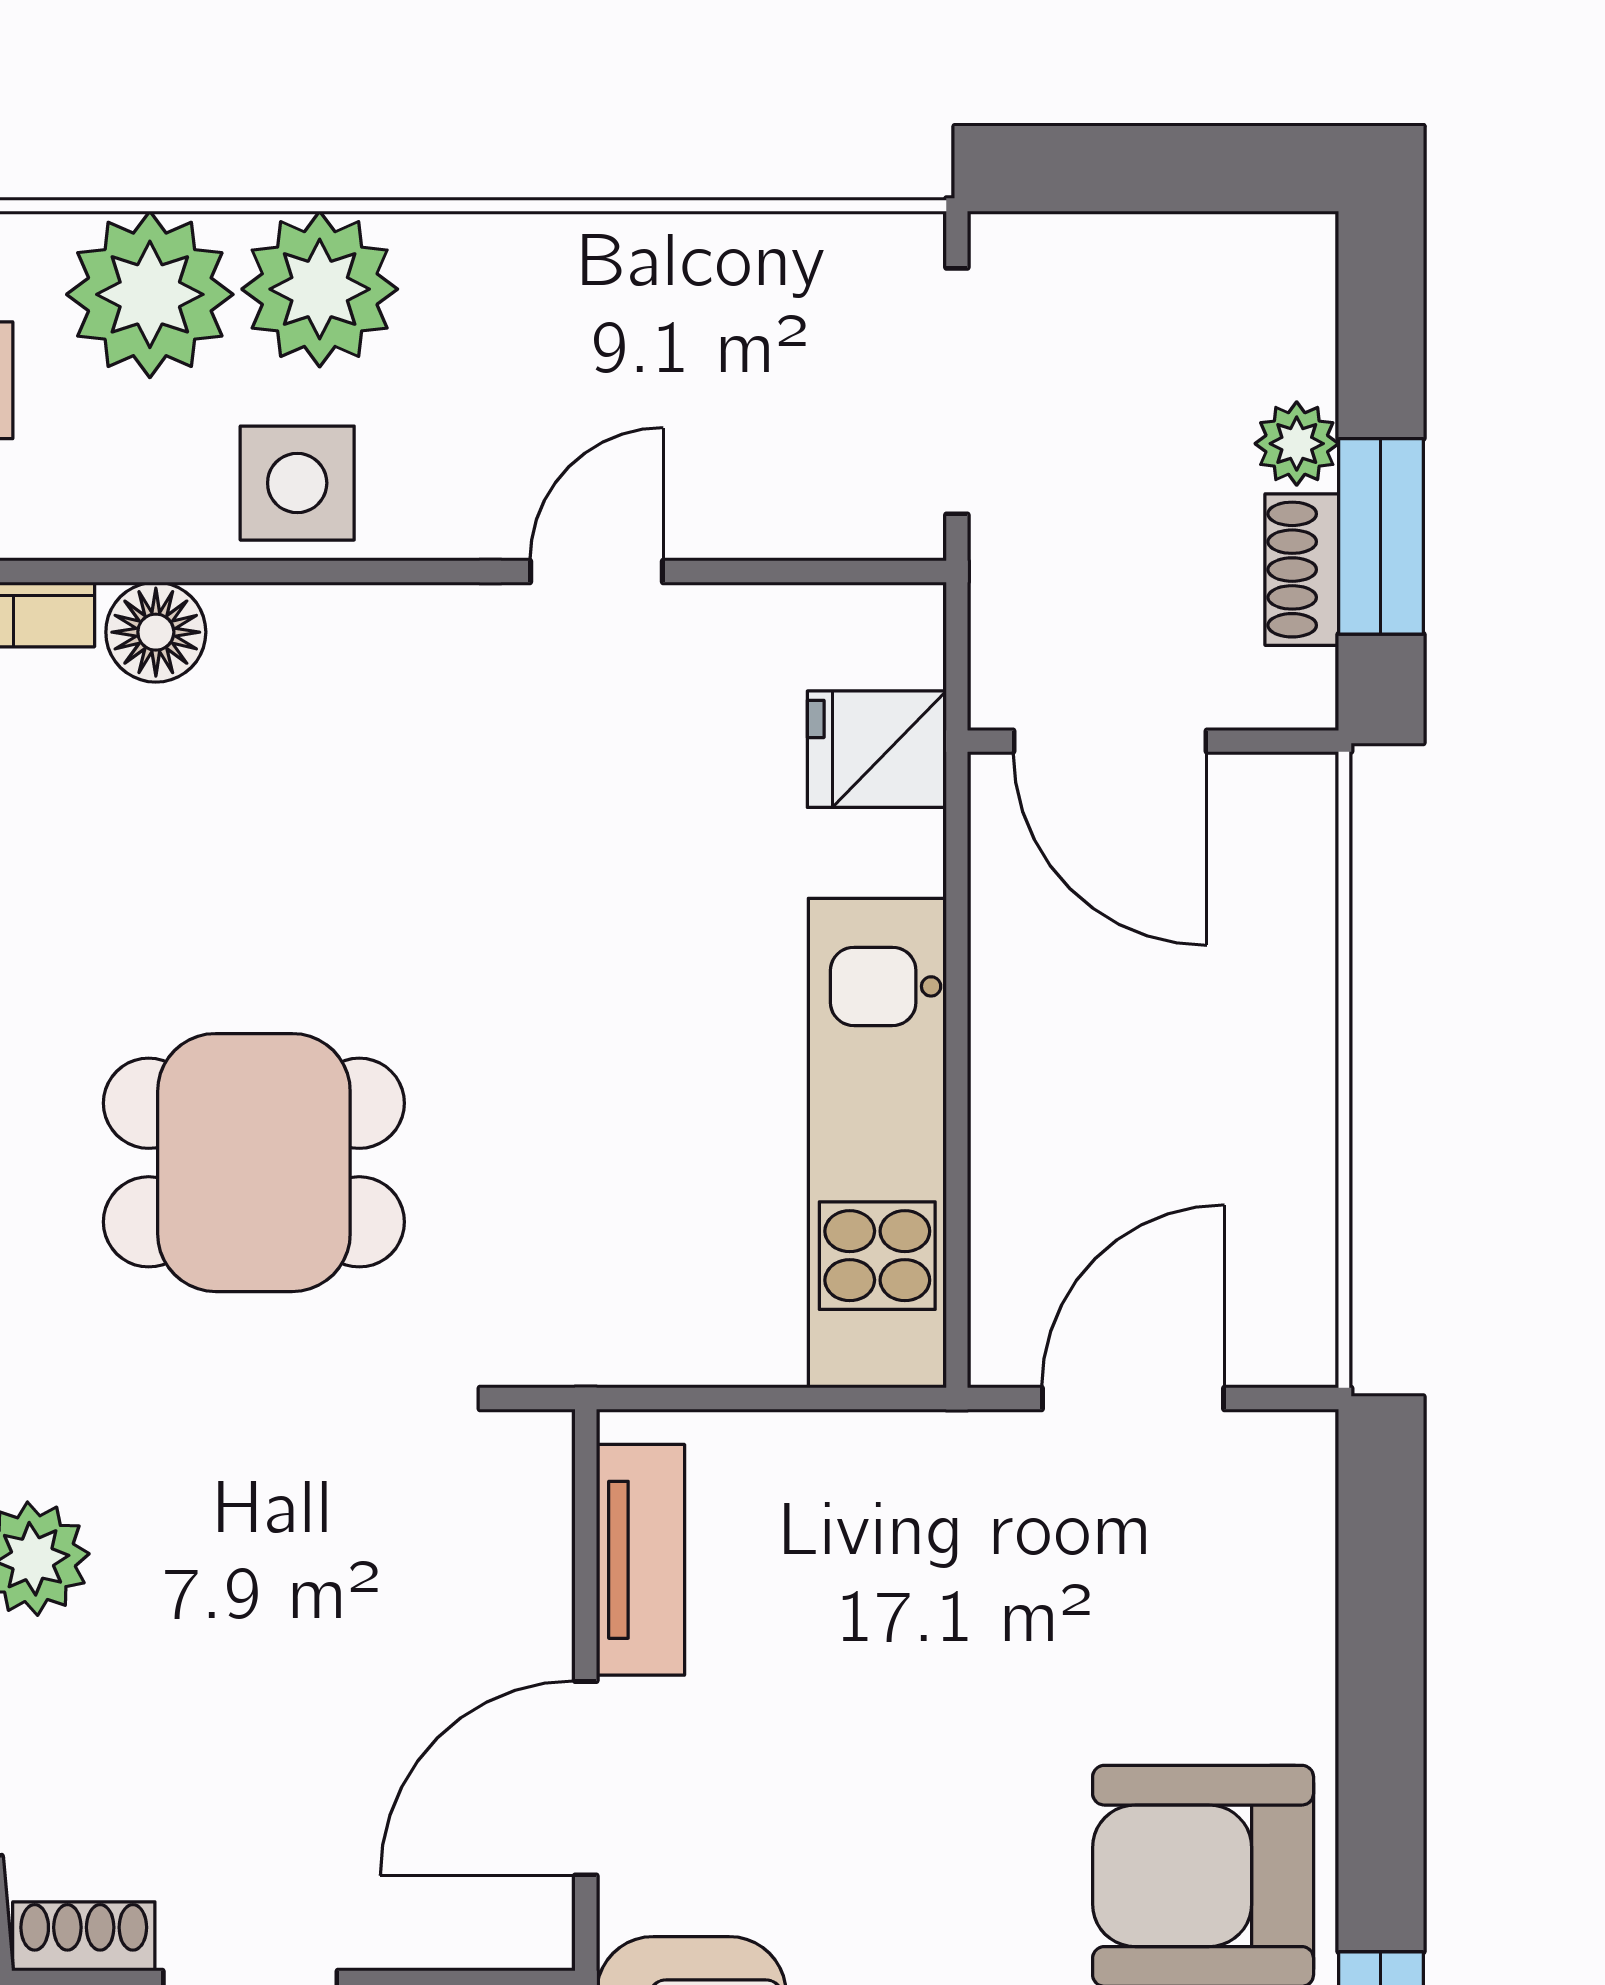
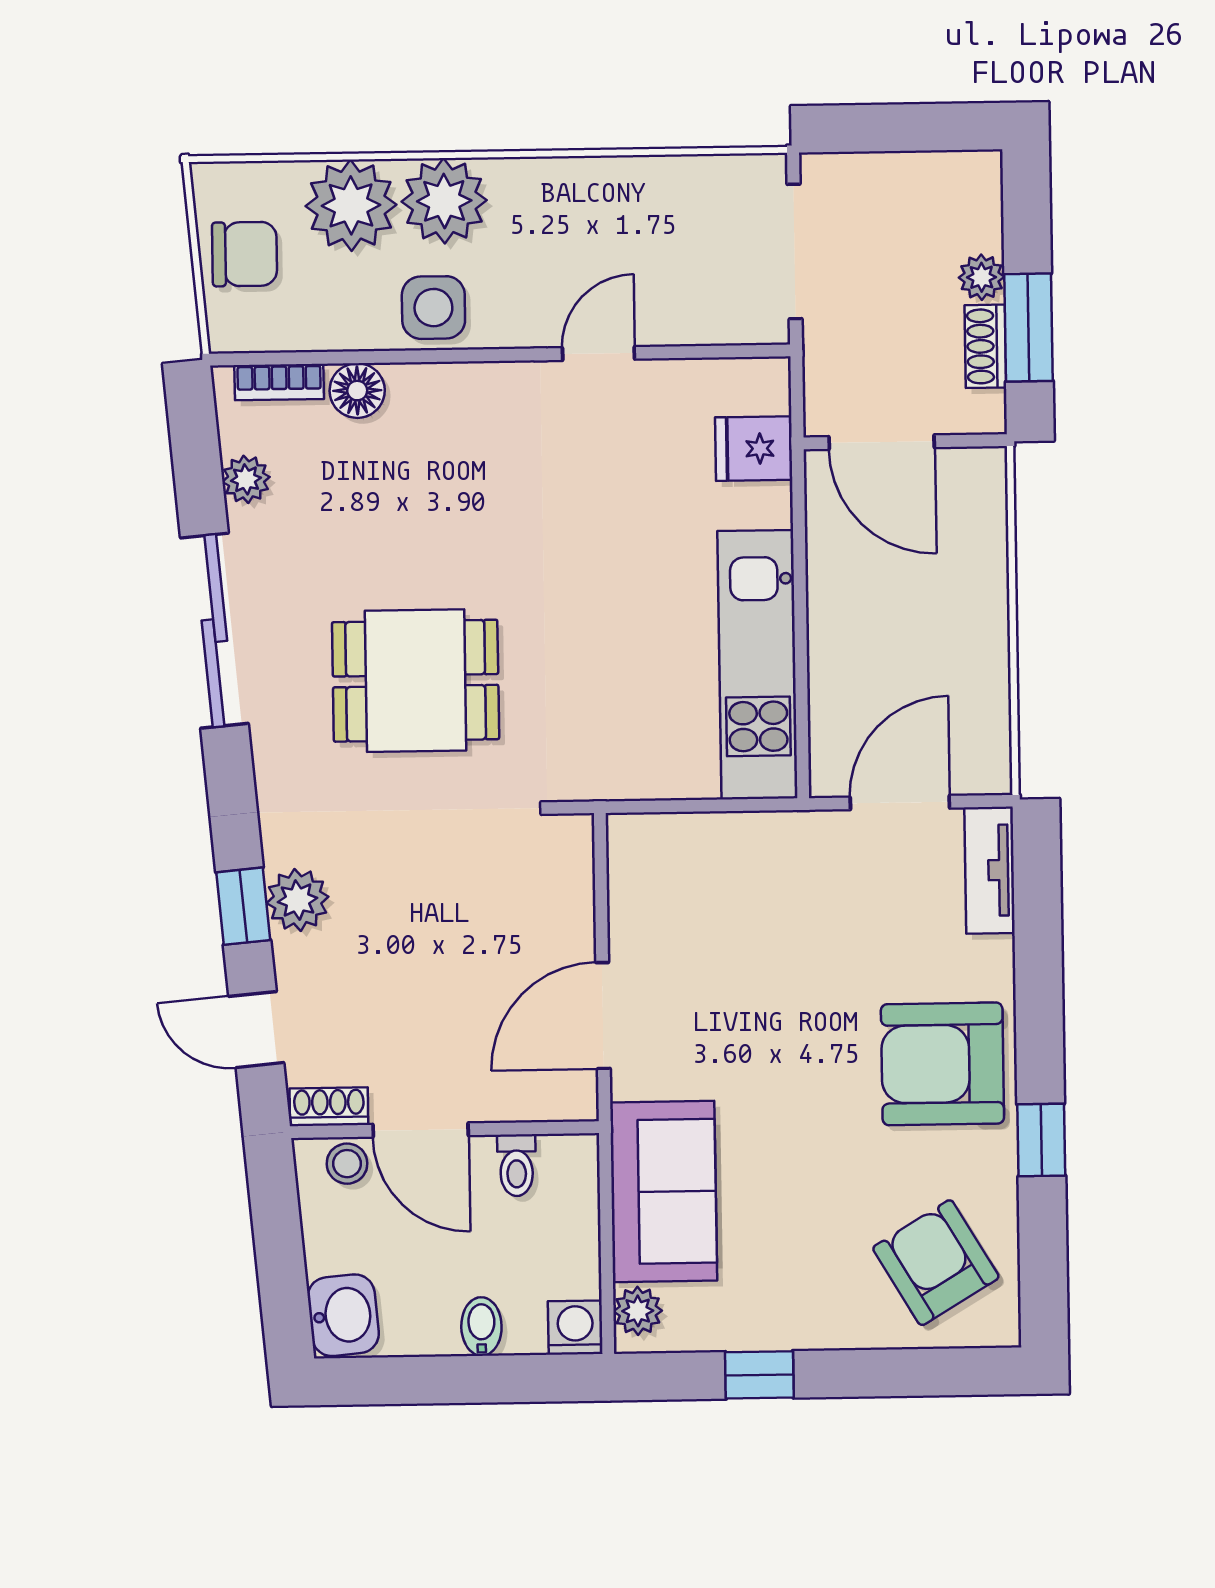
tv unit: (640, 1560) -> (990, 870), moved, turned 180

